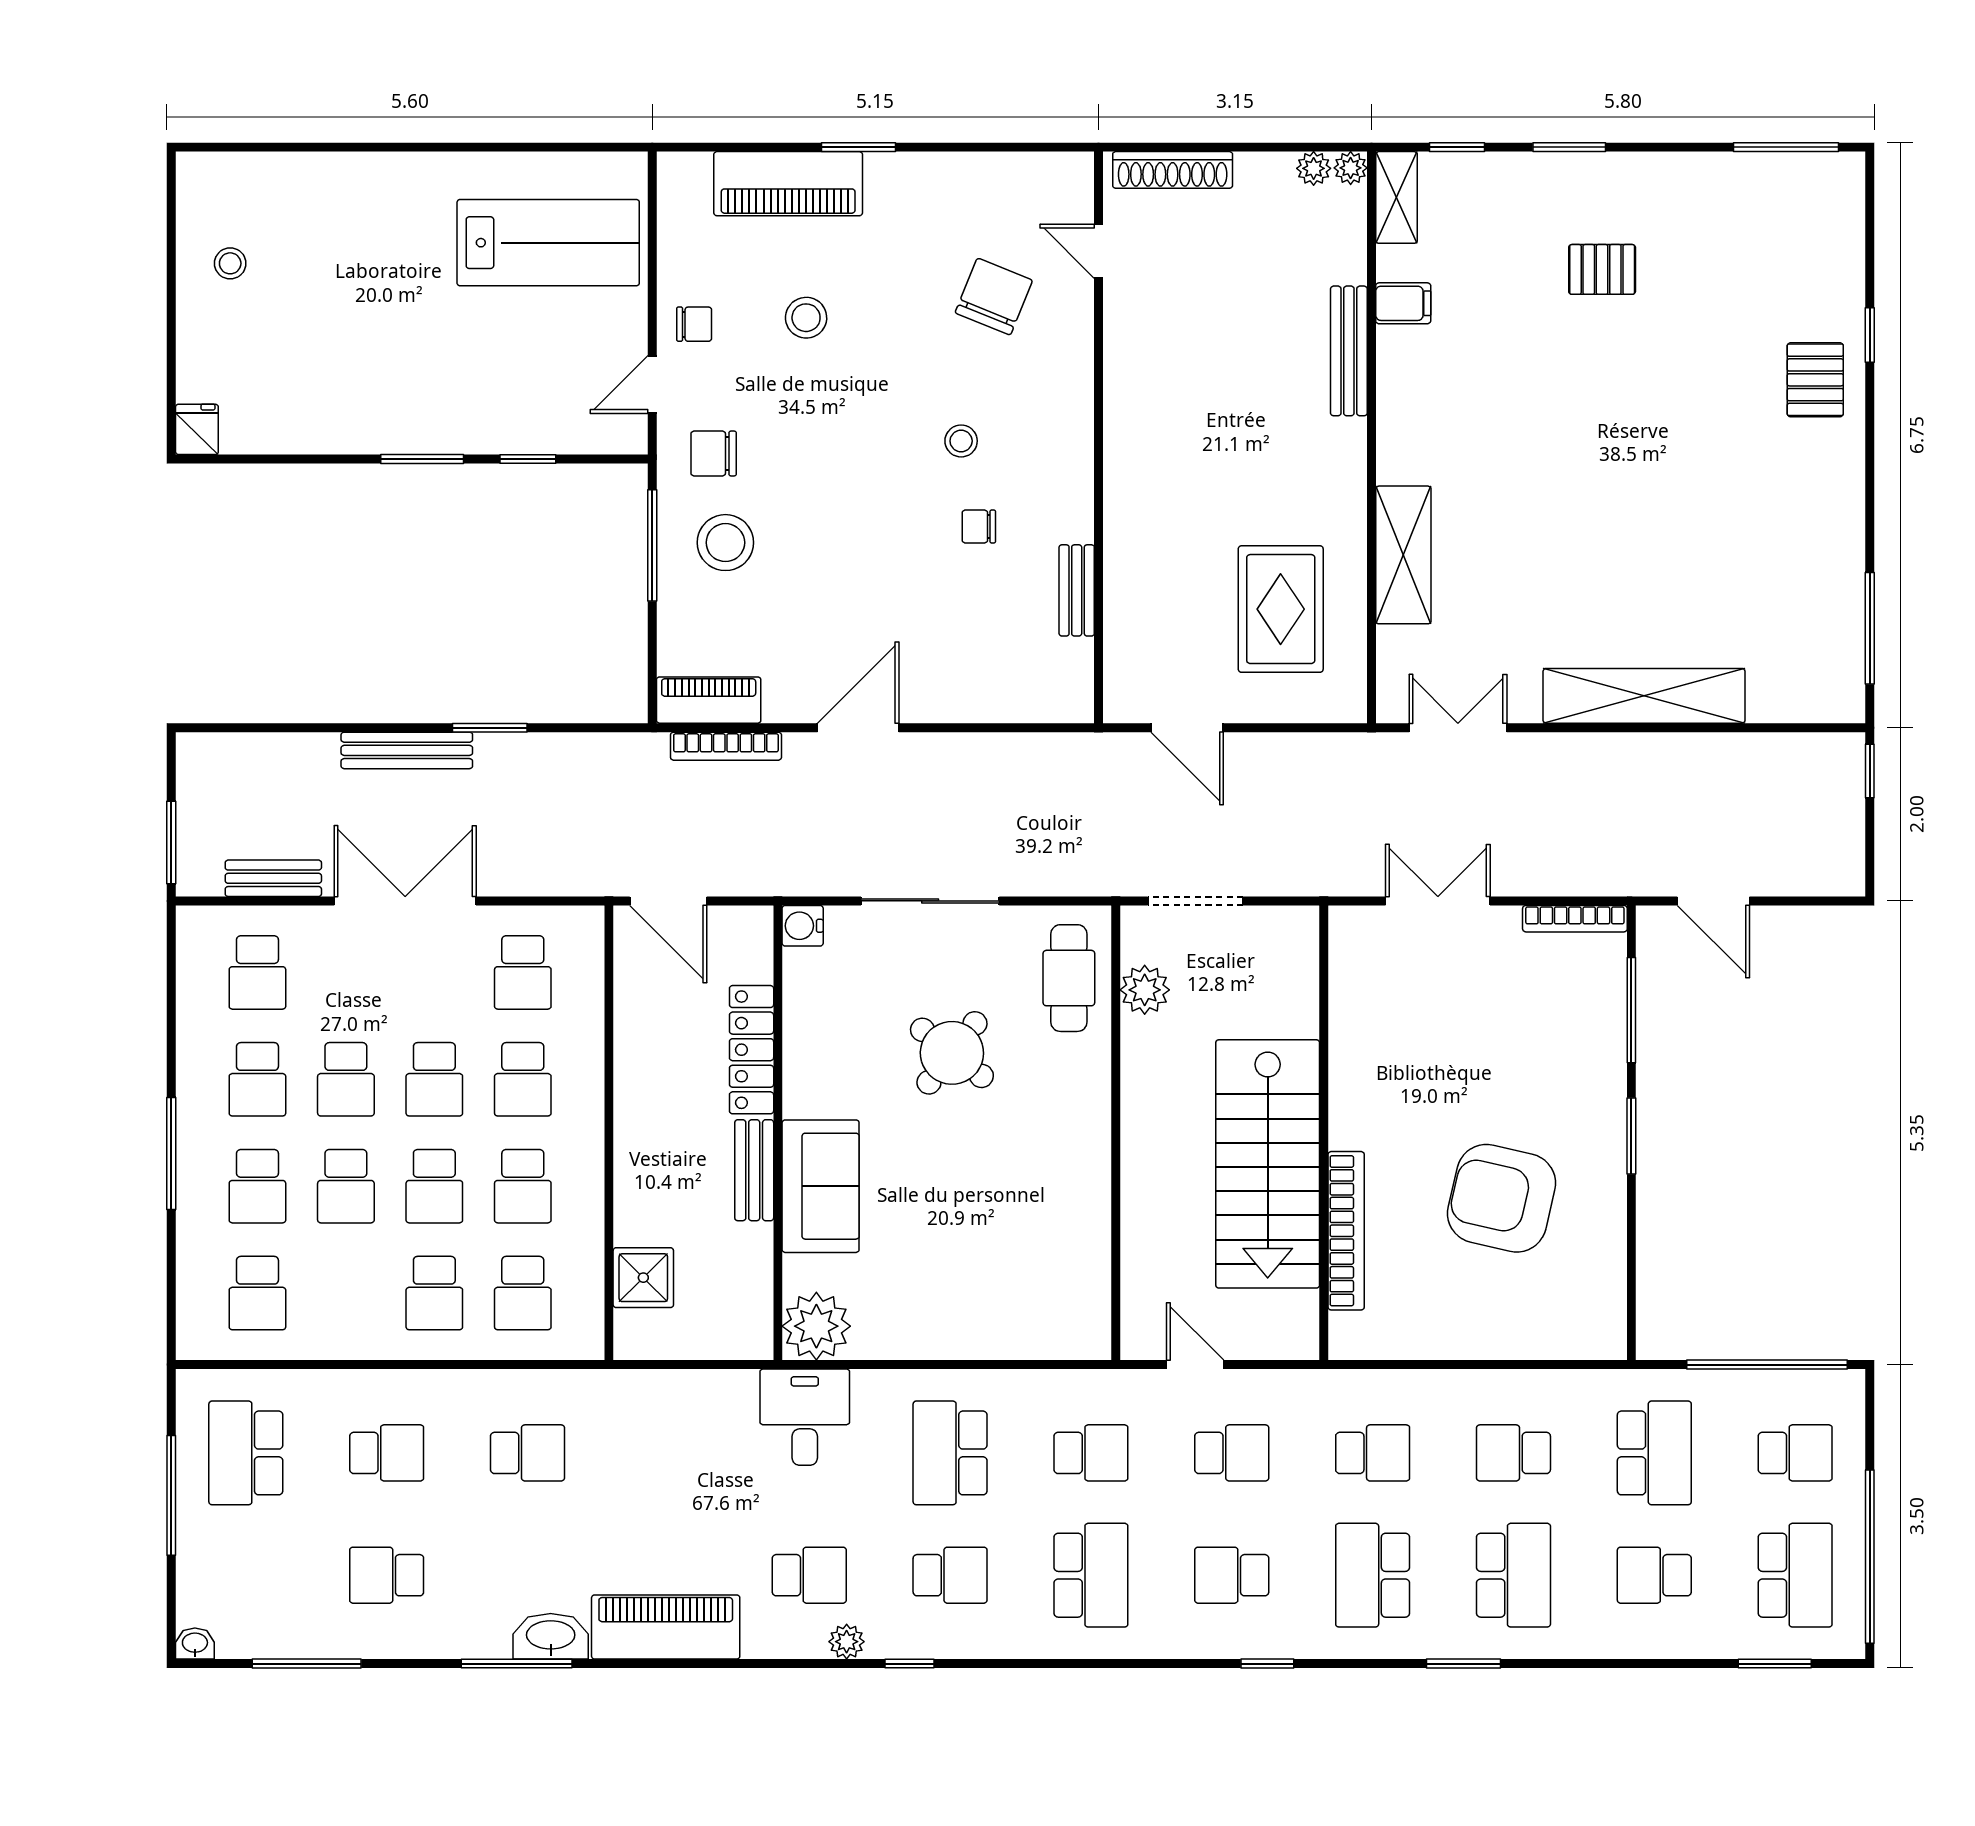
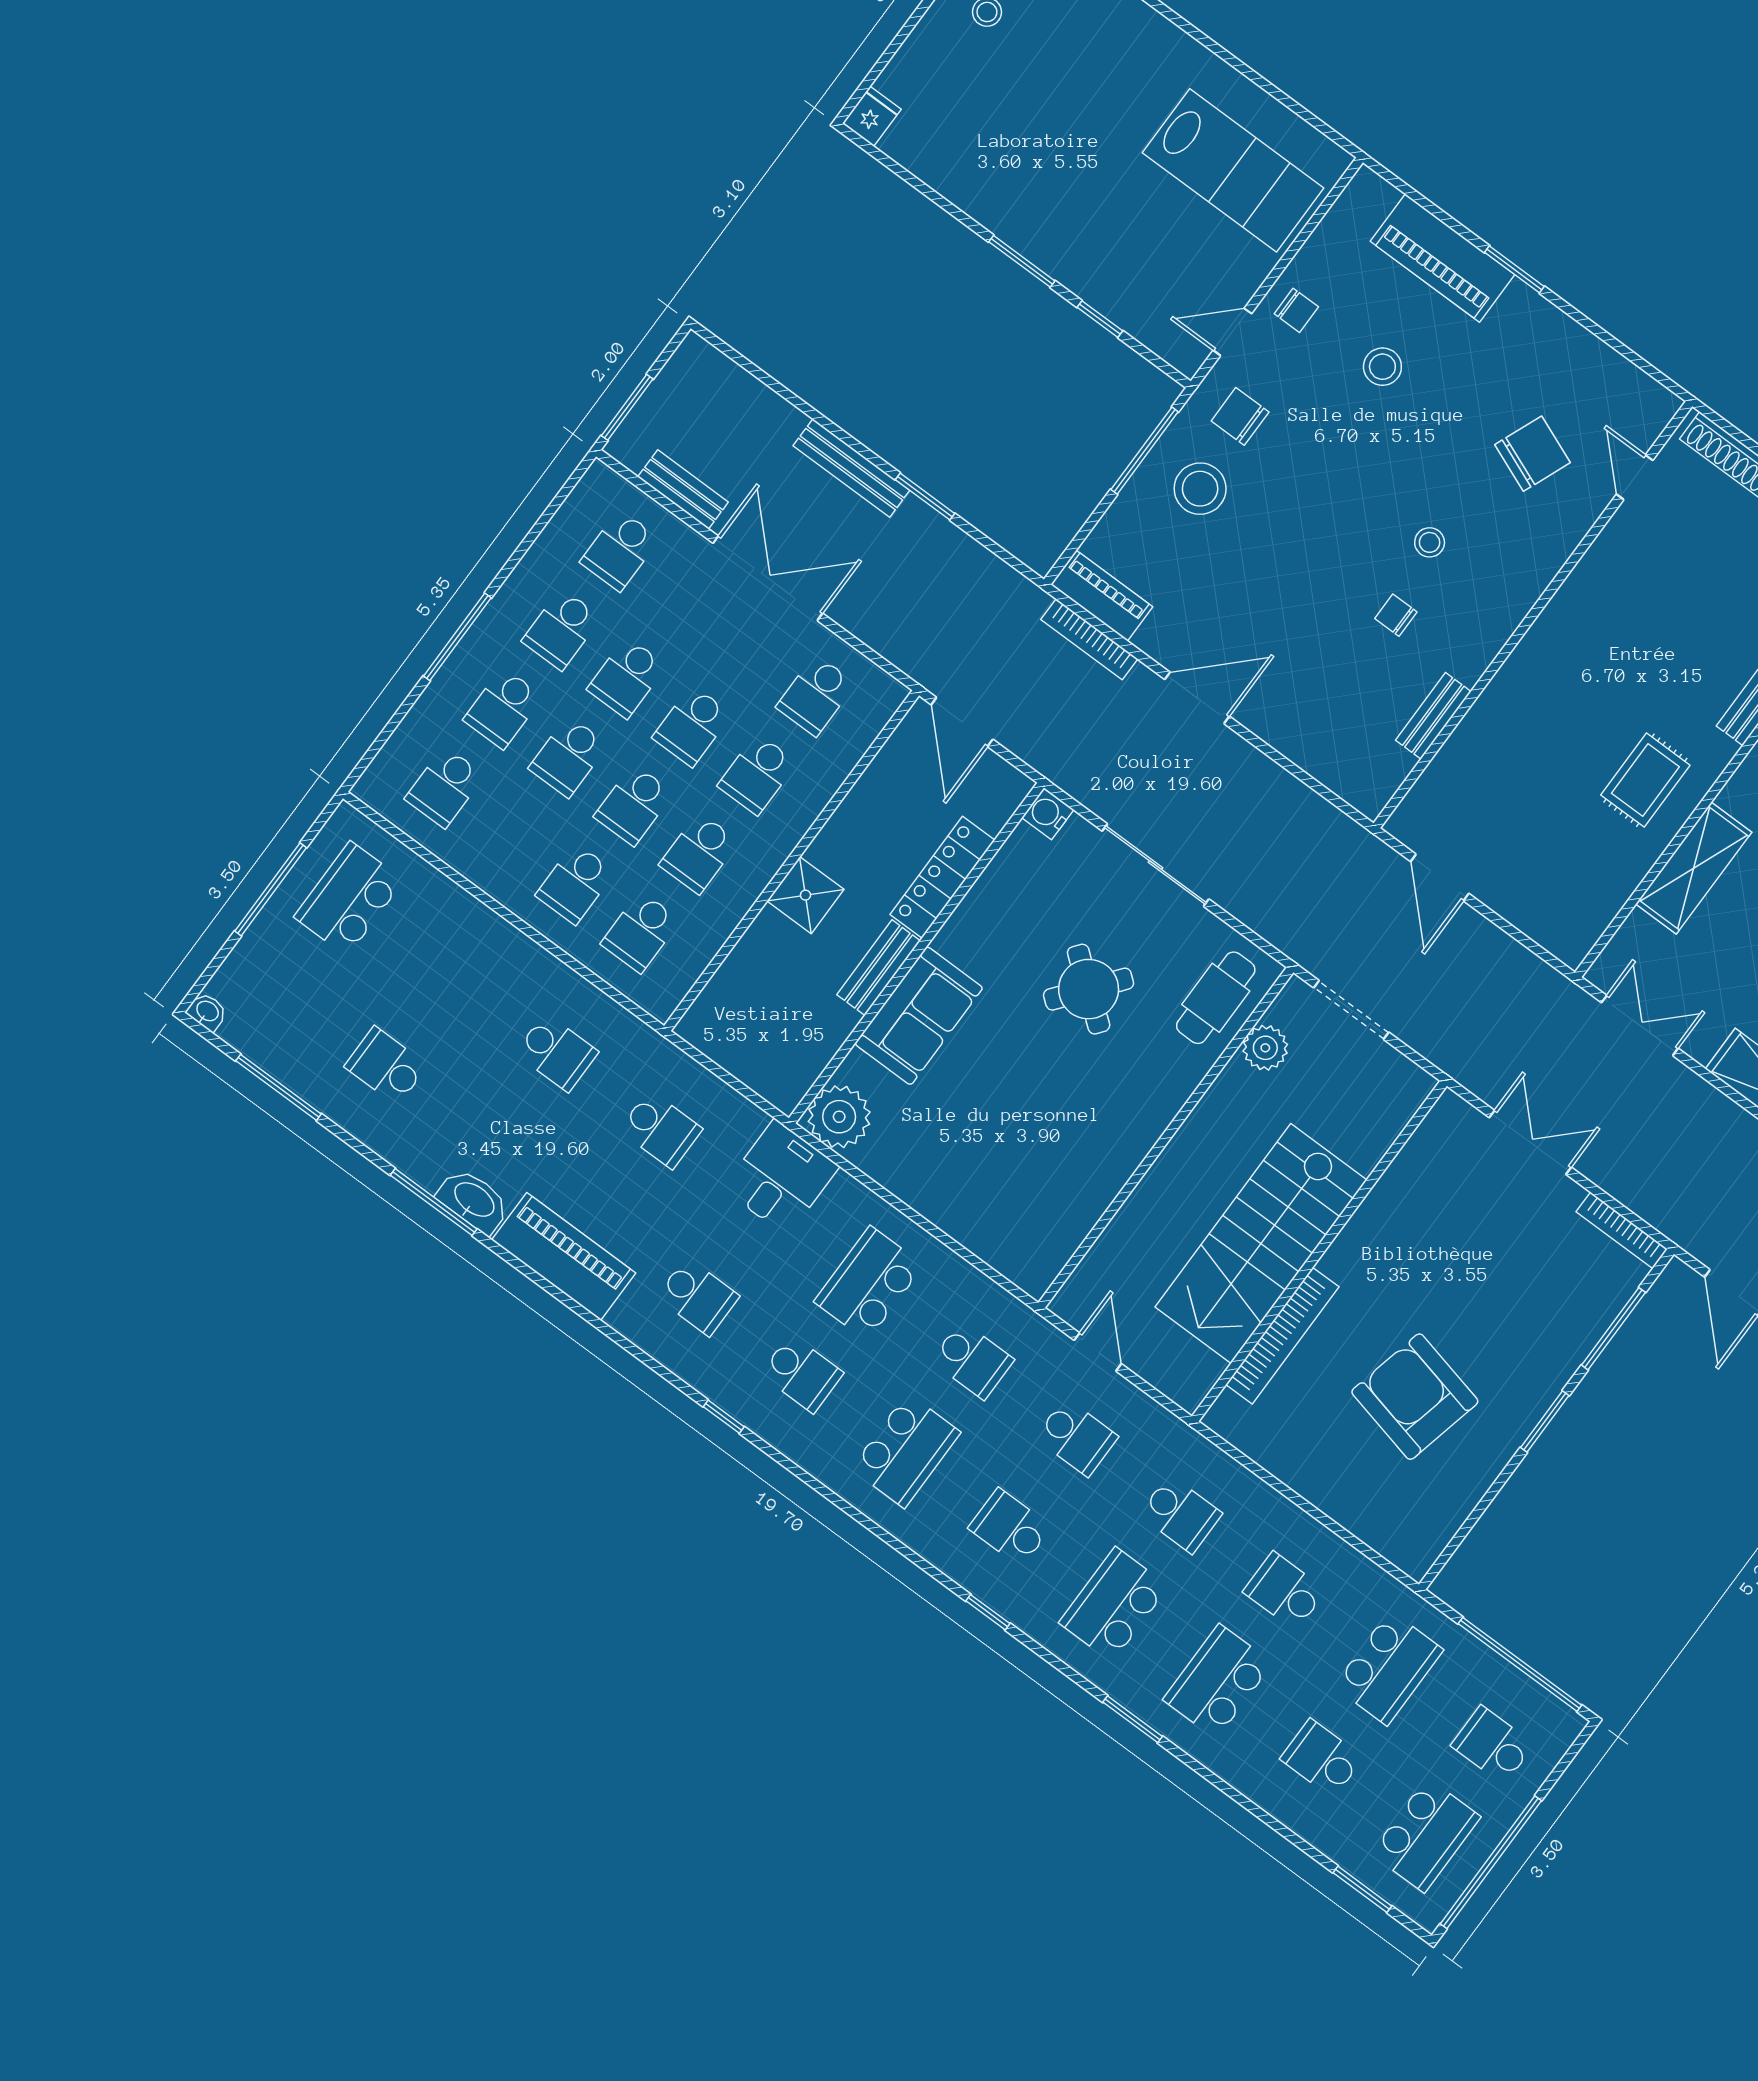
rug: (1281, 609) -> (1645, 780), moved, width x0.73, depth x0.70
shower: (643, 1278) -> (805, 895), moved
school desk: (387, 1453) -> (661, 1129), moved
school desk: (1795, 1453) -> (1493, 1745), turned 180
school desk: (1513, 1575) -> (1218, 1681), turned 180
plant: (847, 1642) -> (689, 1366), removed

